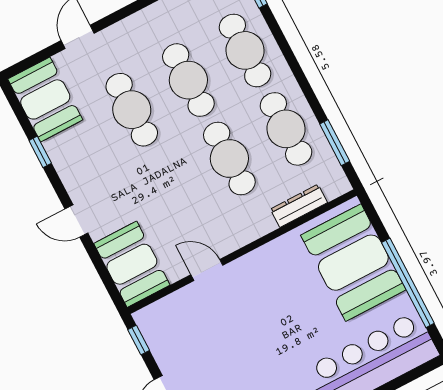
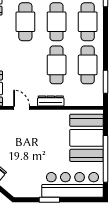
dresser: (299, 206) -> (51, 101), moved

